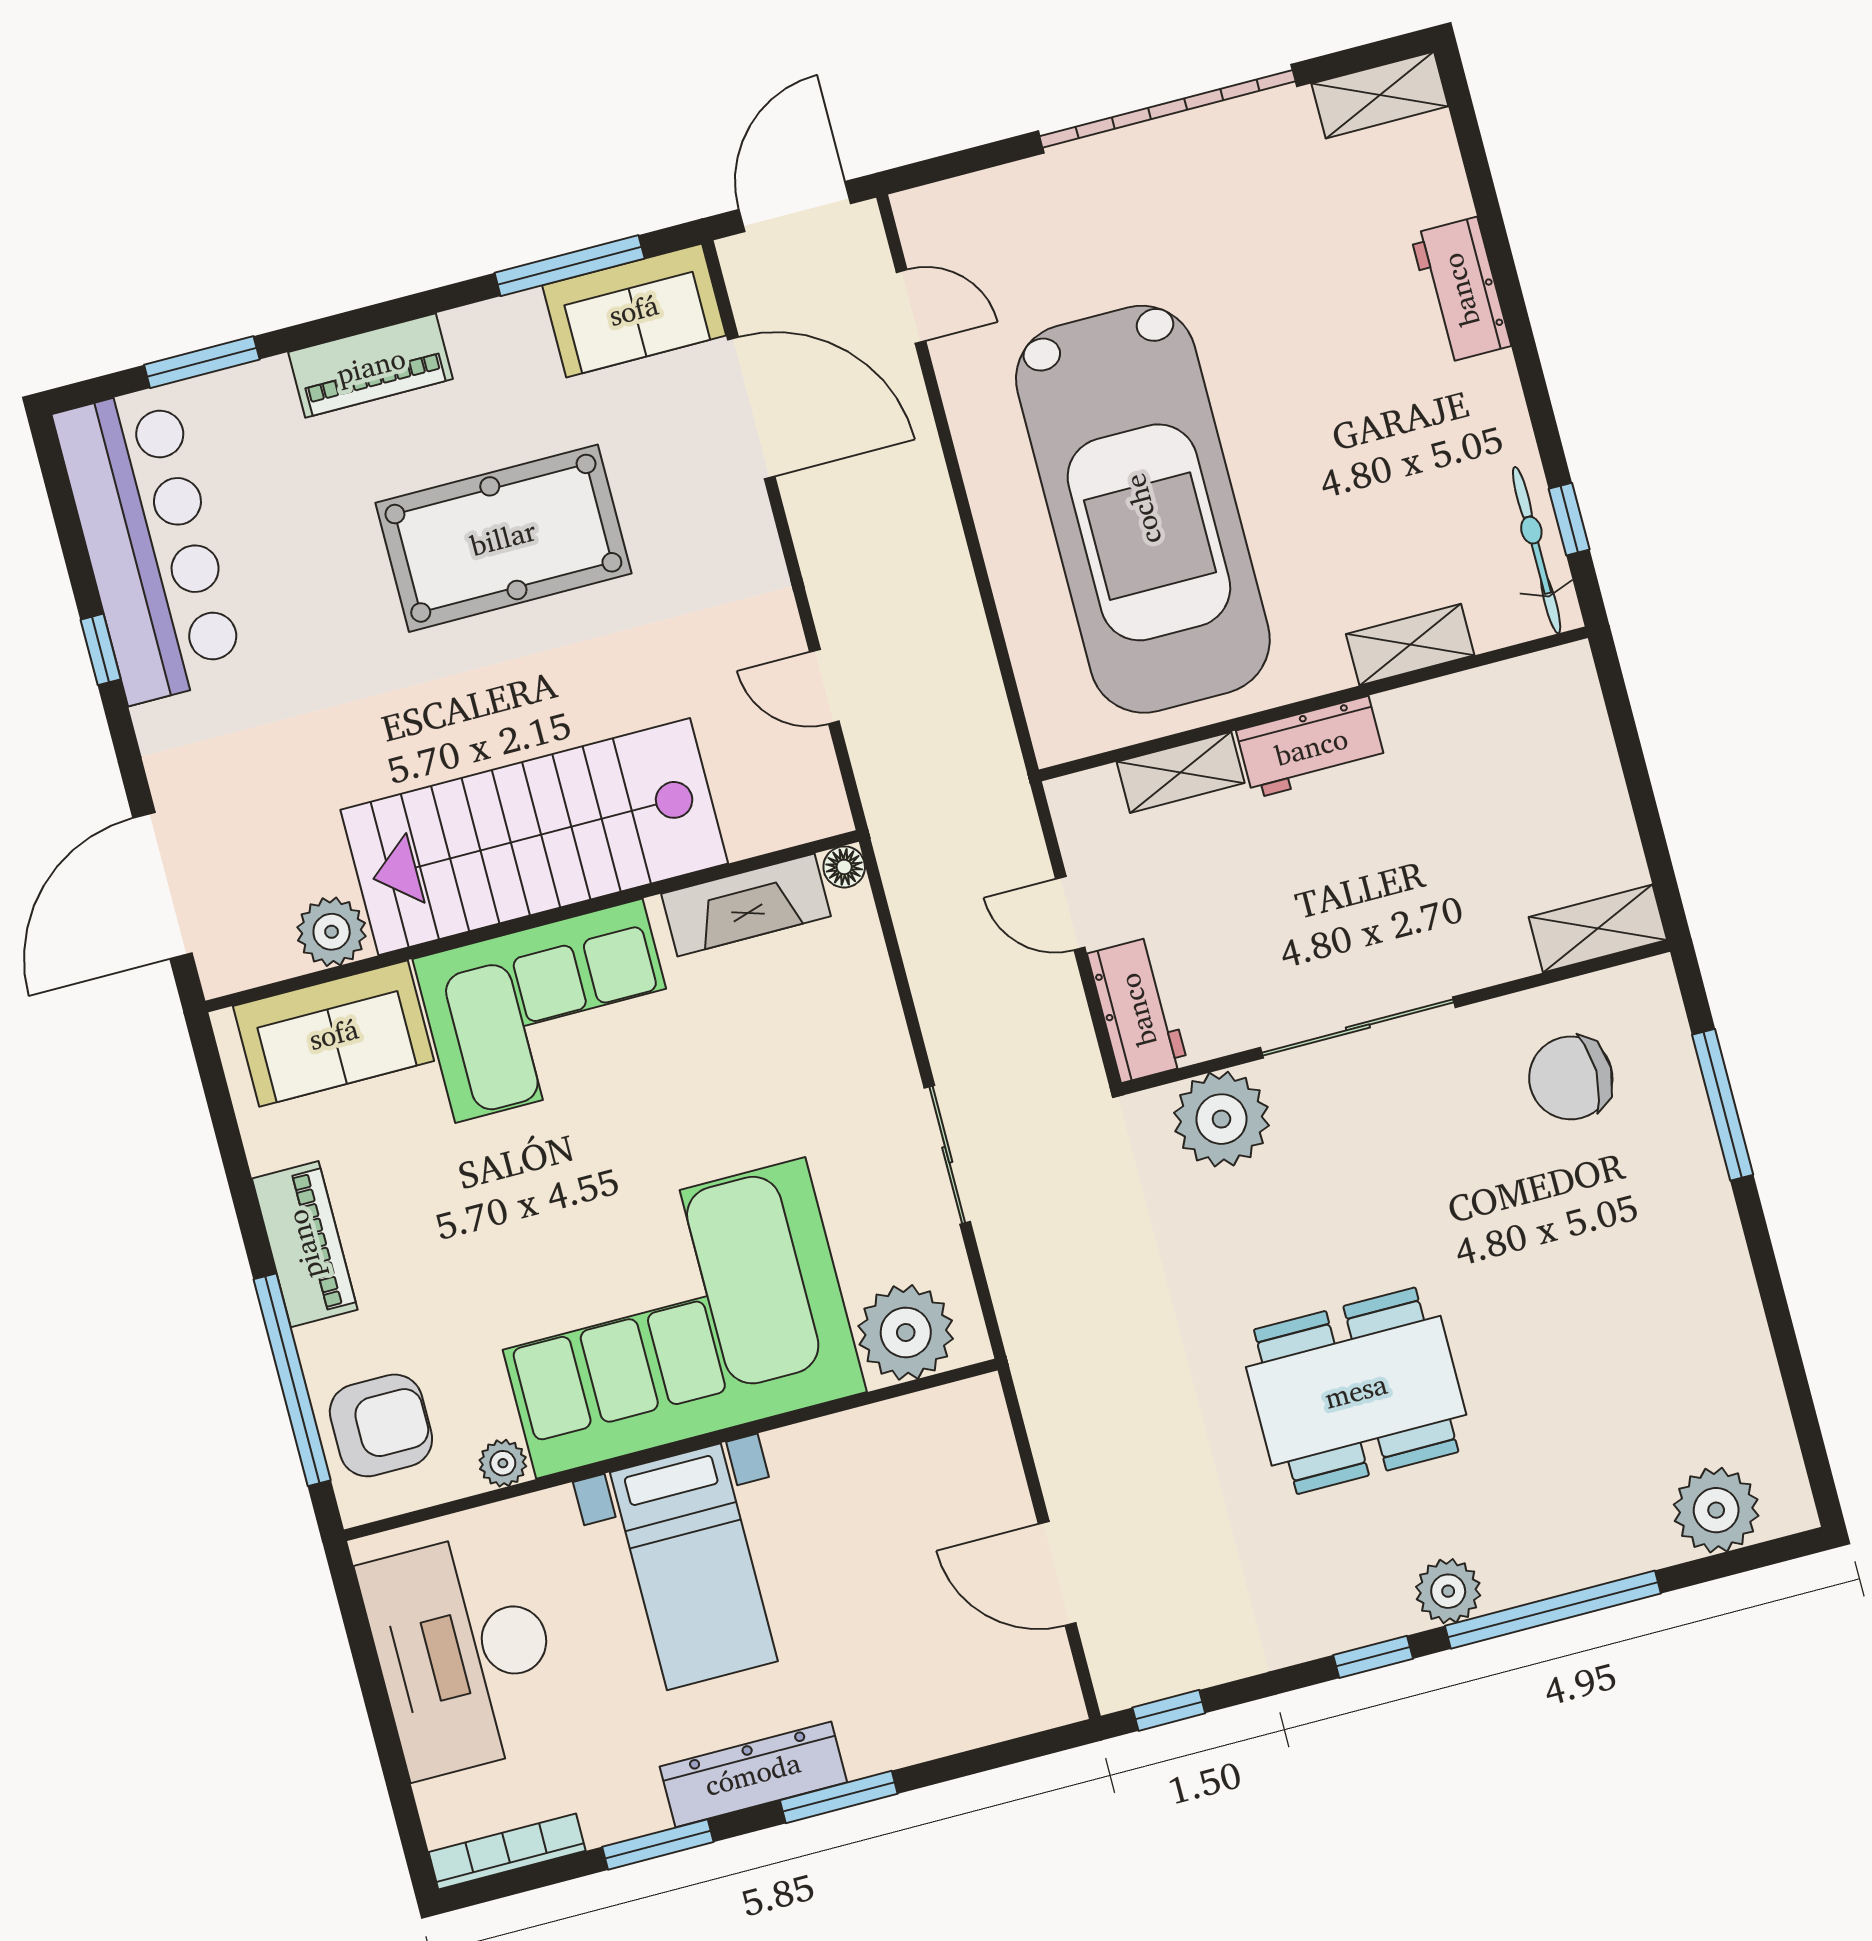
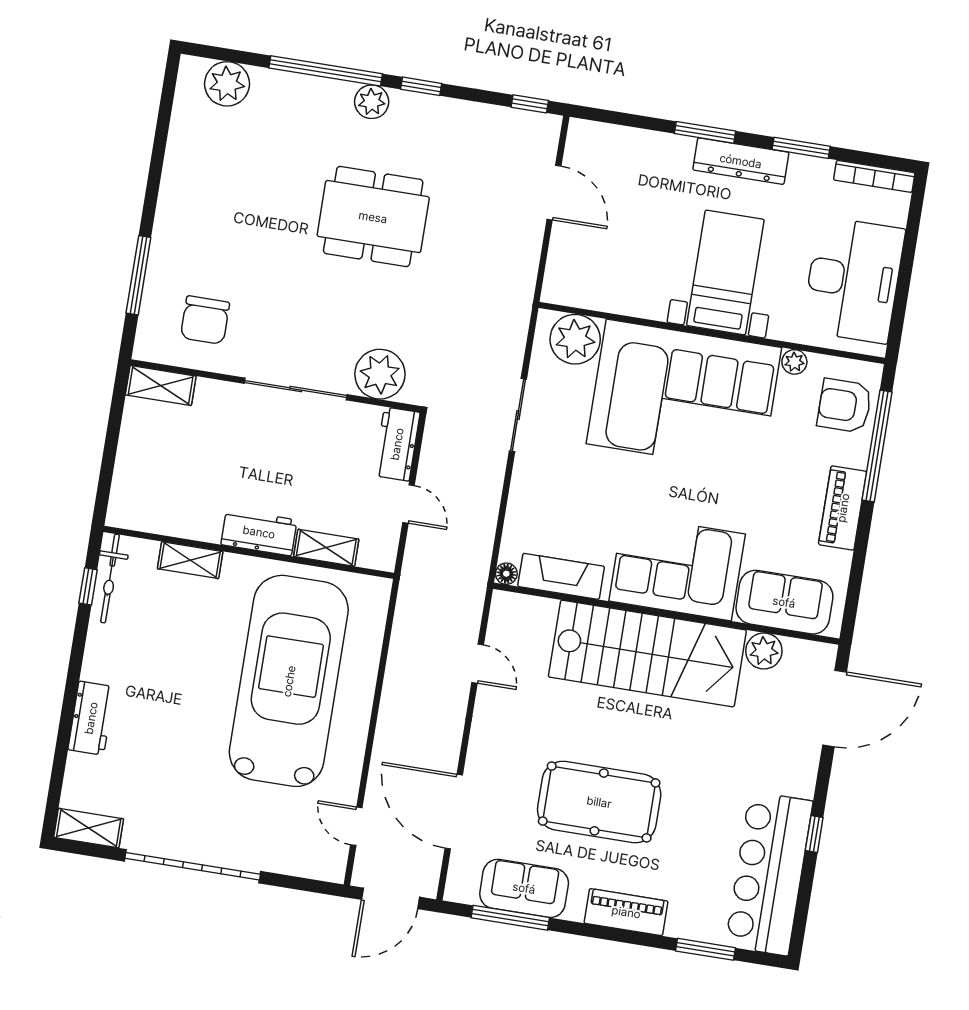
sofa: (634, 310) -> (524, 888), moved
chair: (1571, 1078) -> (205, 320), turned 90

